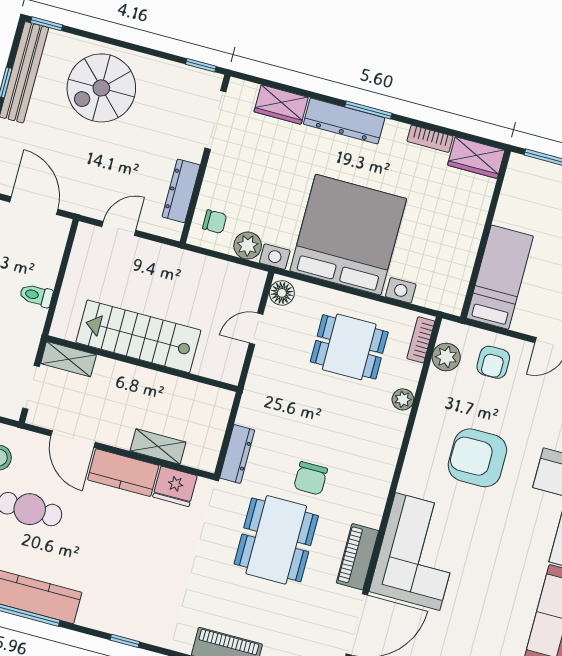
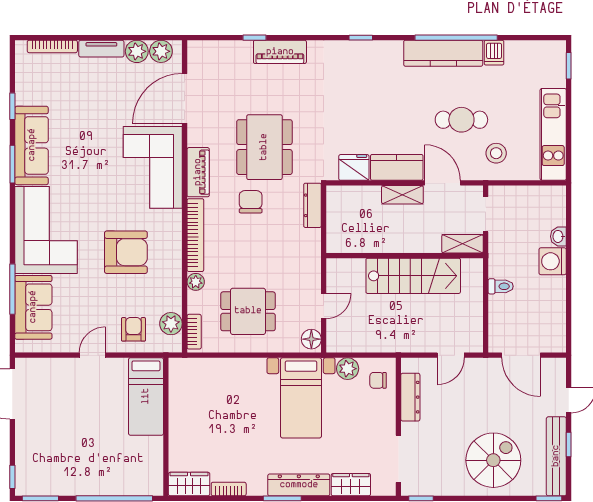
bed with nightstands: (348, 235) -> (301, 398), width x0.54
shelving: (158, 446) -> (402, 195), moved
bookcase: (388, 456) -> (195, 235), added
piano: (357, 557) -> (198, 172), moved

